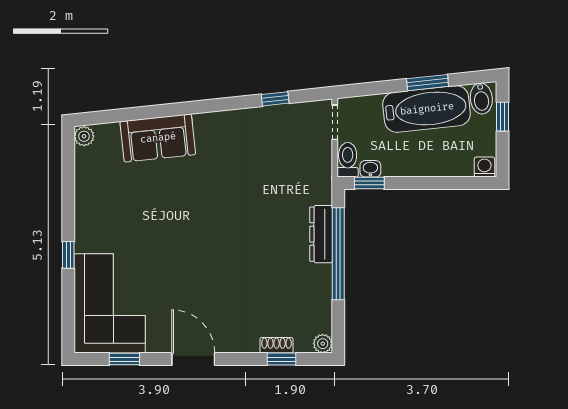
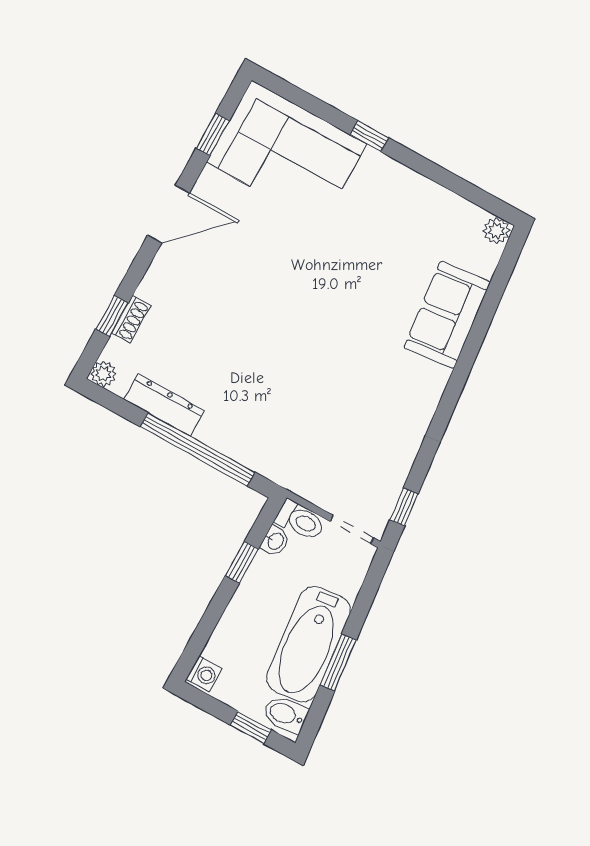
window: (275, 99) -> (404, 507), moved
window: (369, 183) -> (242, 562), moved
dresser: (321, 234) -> (164, 405), moved

